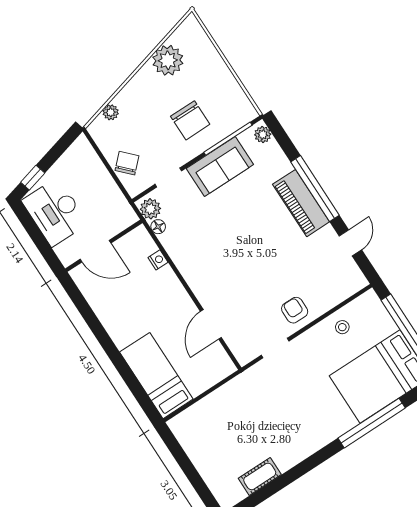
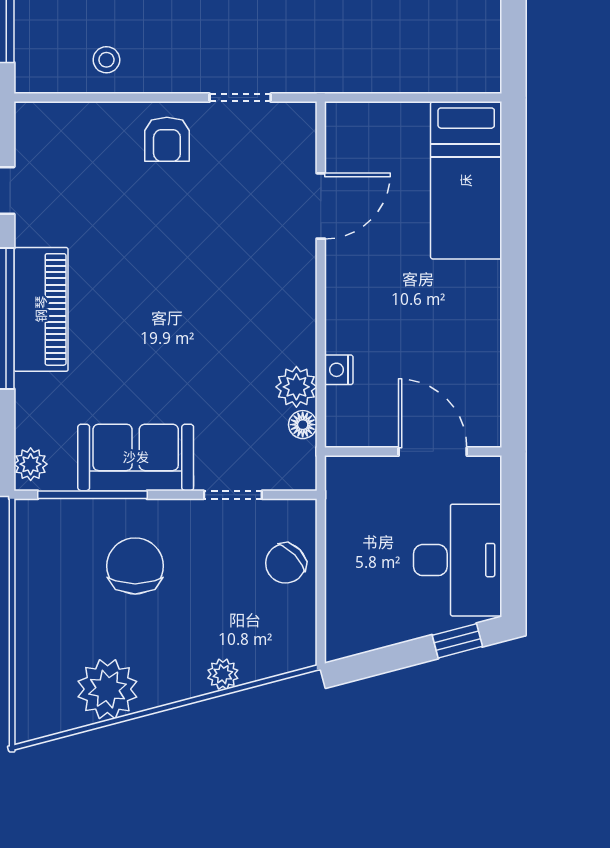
plant: (111, 112) -> (223, 674), moved
plant: (150, 209) -> (296, 387), moved

